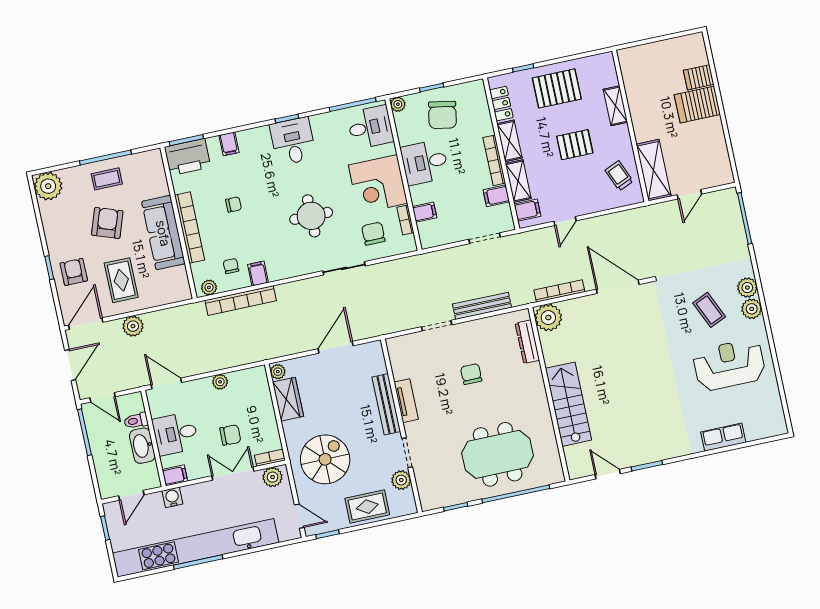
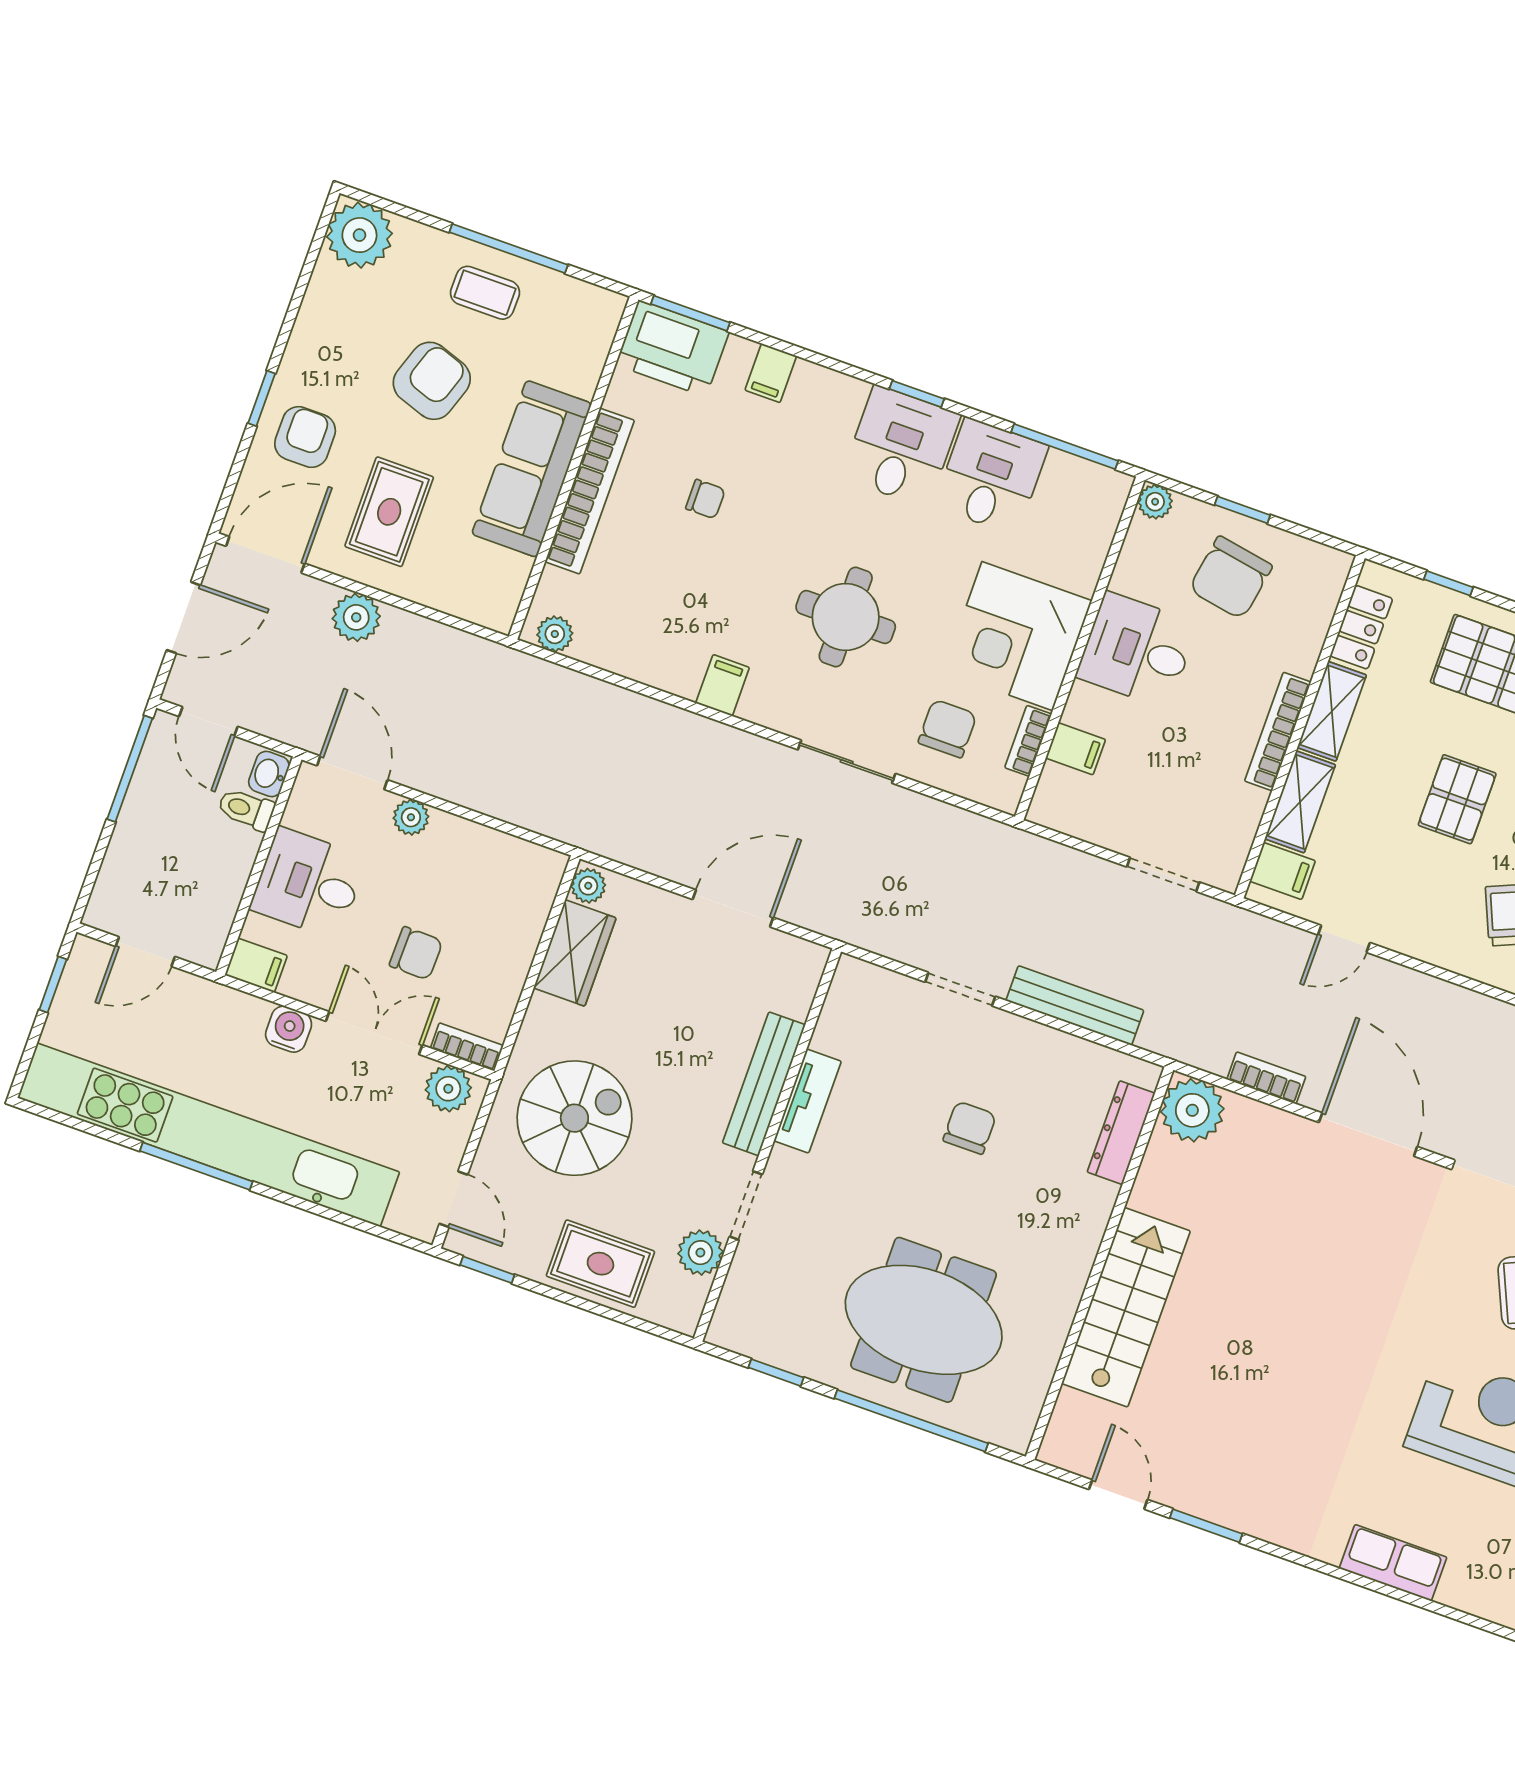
desk: (370, 127) -> (991, 476), moved, turned -90
pallet: (575, 145) -> (1457, 799), turned 90
filing cabinet: (496, 196) -> (1238, 804), removed
chair: (231, 266) -> (625, 618), removed
filing cabinet: (258, 274) -> (723, 685), moved
bookcase: (559, 291) -> (1266, 1078), width x0.64
bookcase: (241, 301) -> (602, 699), removed
plant: (220, 382) -> (411, 817), moved
washbasin: (142, 446) -> (269, 774), moved, width x0.52, depth x0.69
water cooler: (172, 497) -> (289, 1029), moved

